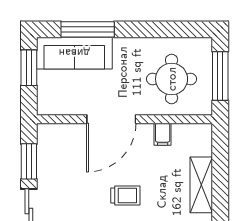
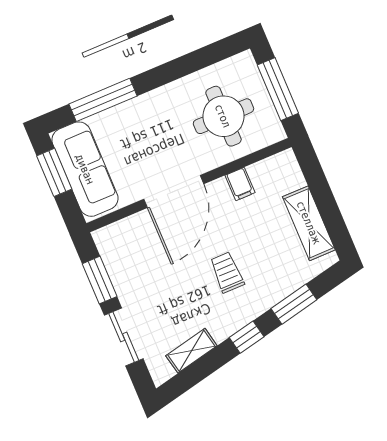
sofa: (74, 53) -> (85, 169), moved, turned -90
trolley: (125, 195) -> (227, 272), turned -90

